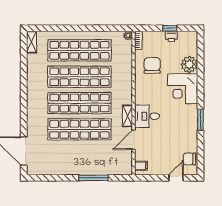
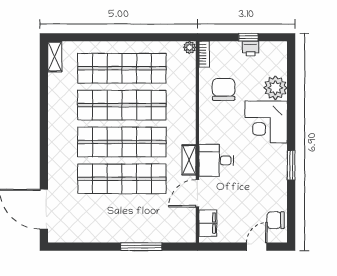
filing cabinet: (141, 166) -> (208, 223), width x2.00

